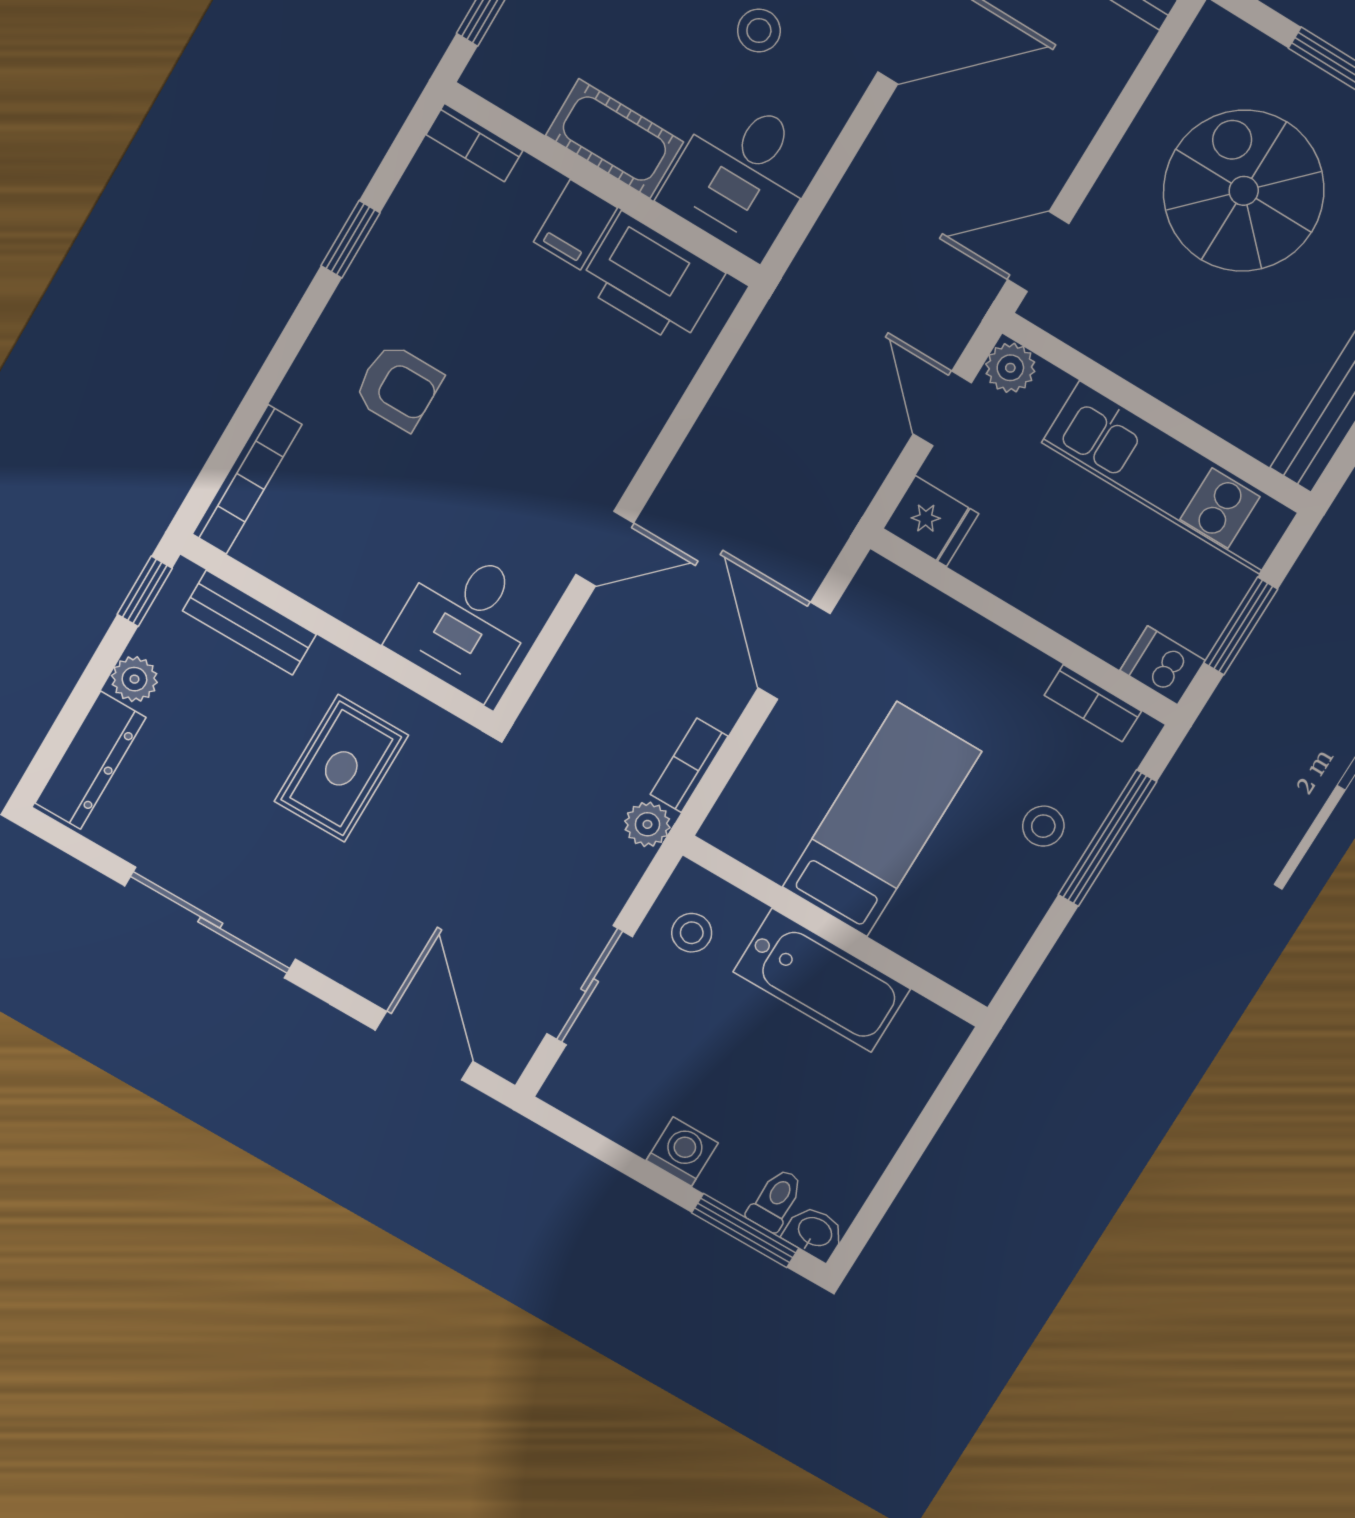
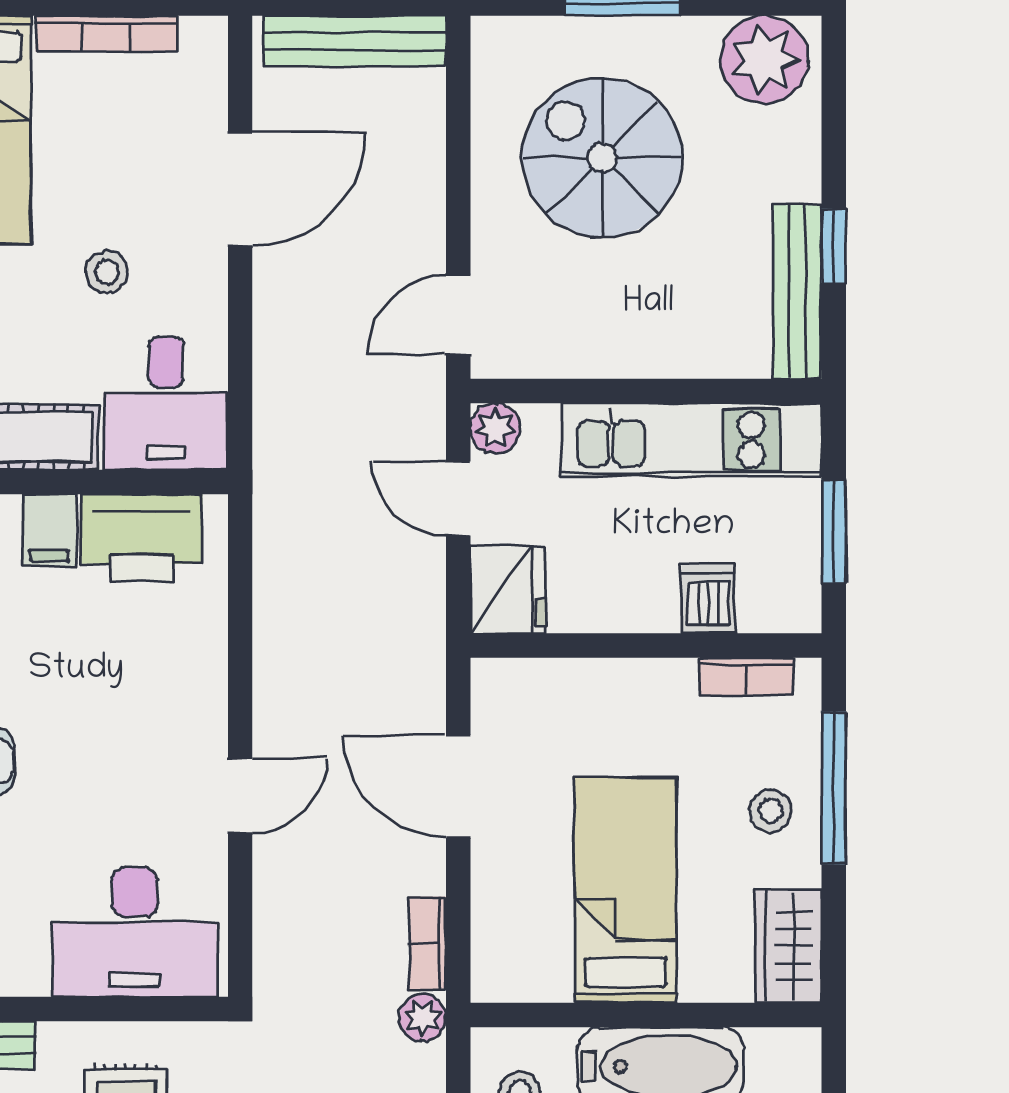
fridge: (931, 521) -> (508, 590), width x1.38
desk: (465, 621) -> (135, 932), width x1.37
dishwasher: (1163, 665) -> (708, 599), moved, turned 90
wardrobe: (989, 945) -> (789, 946), added

